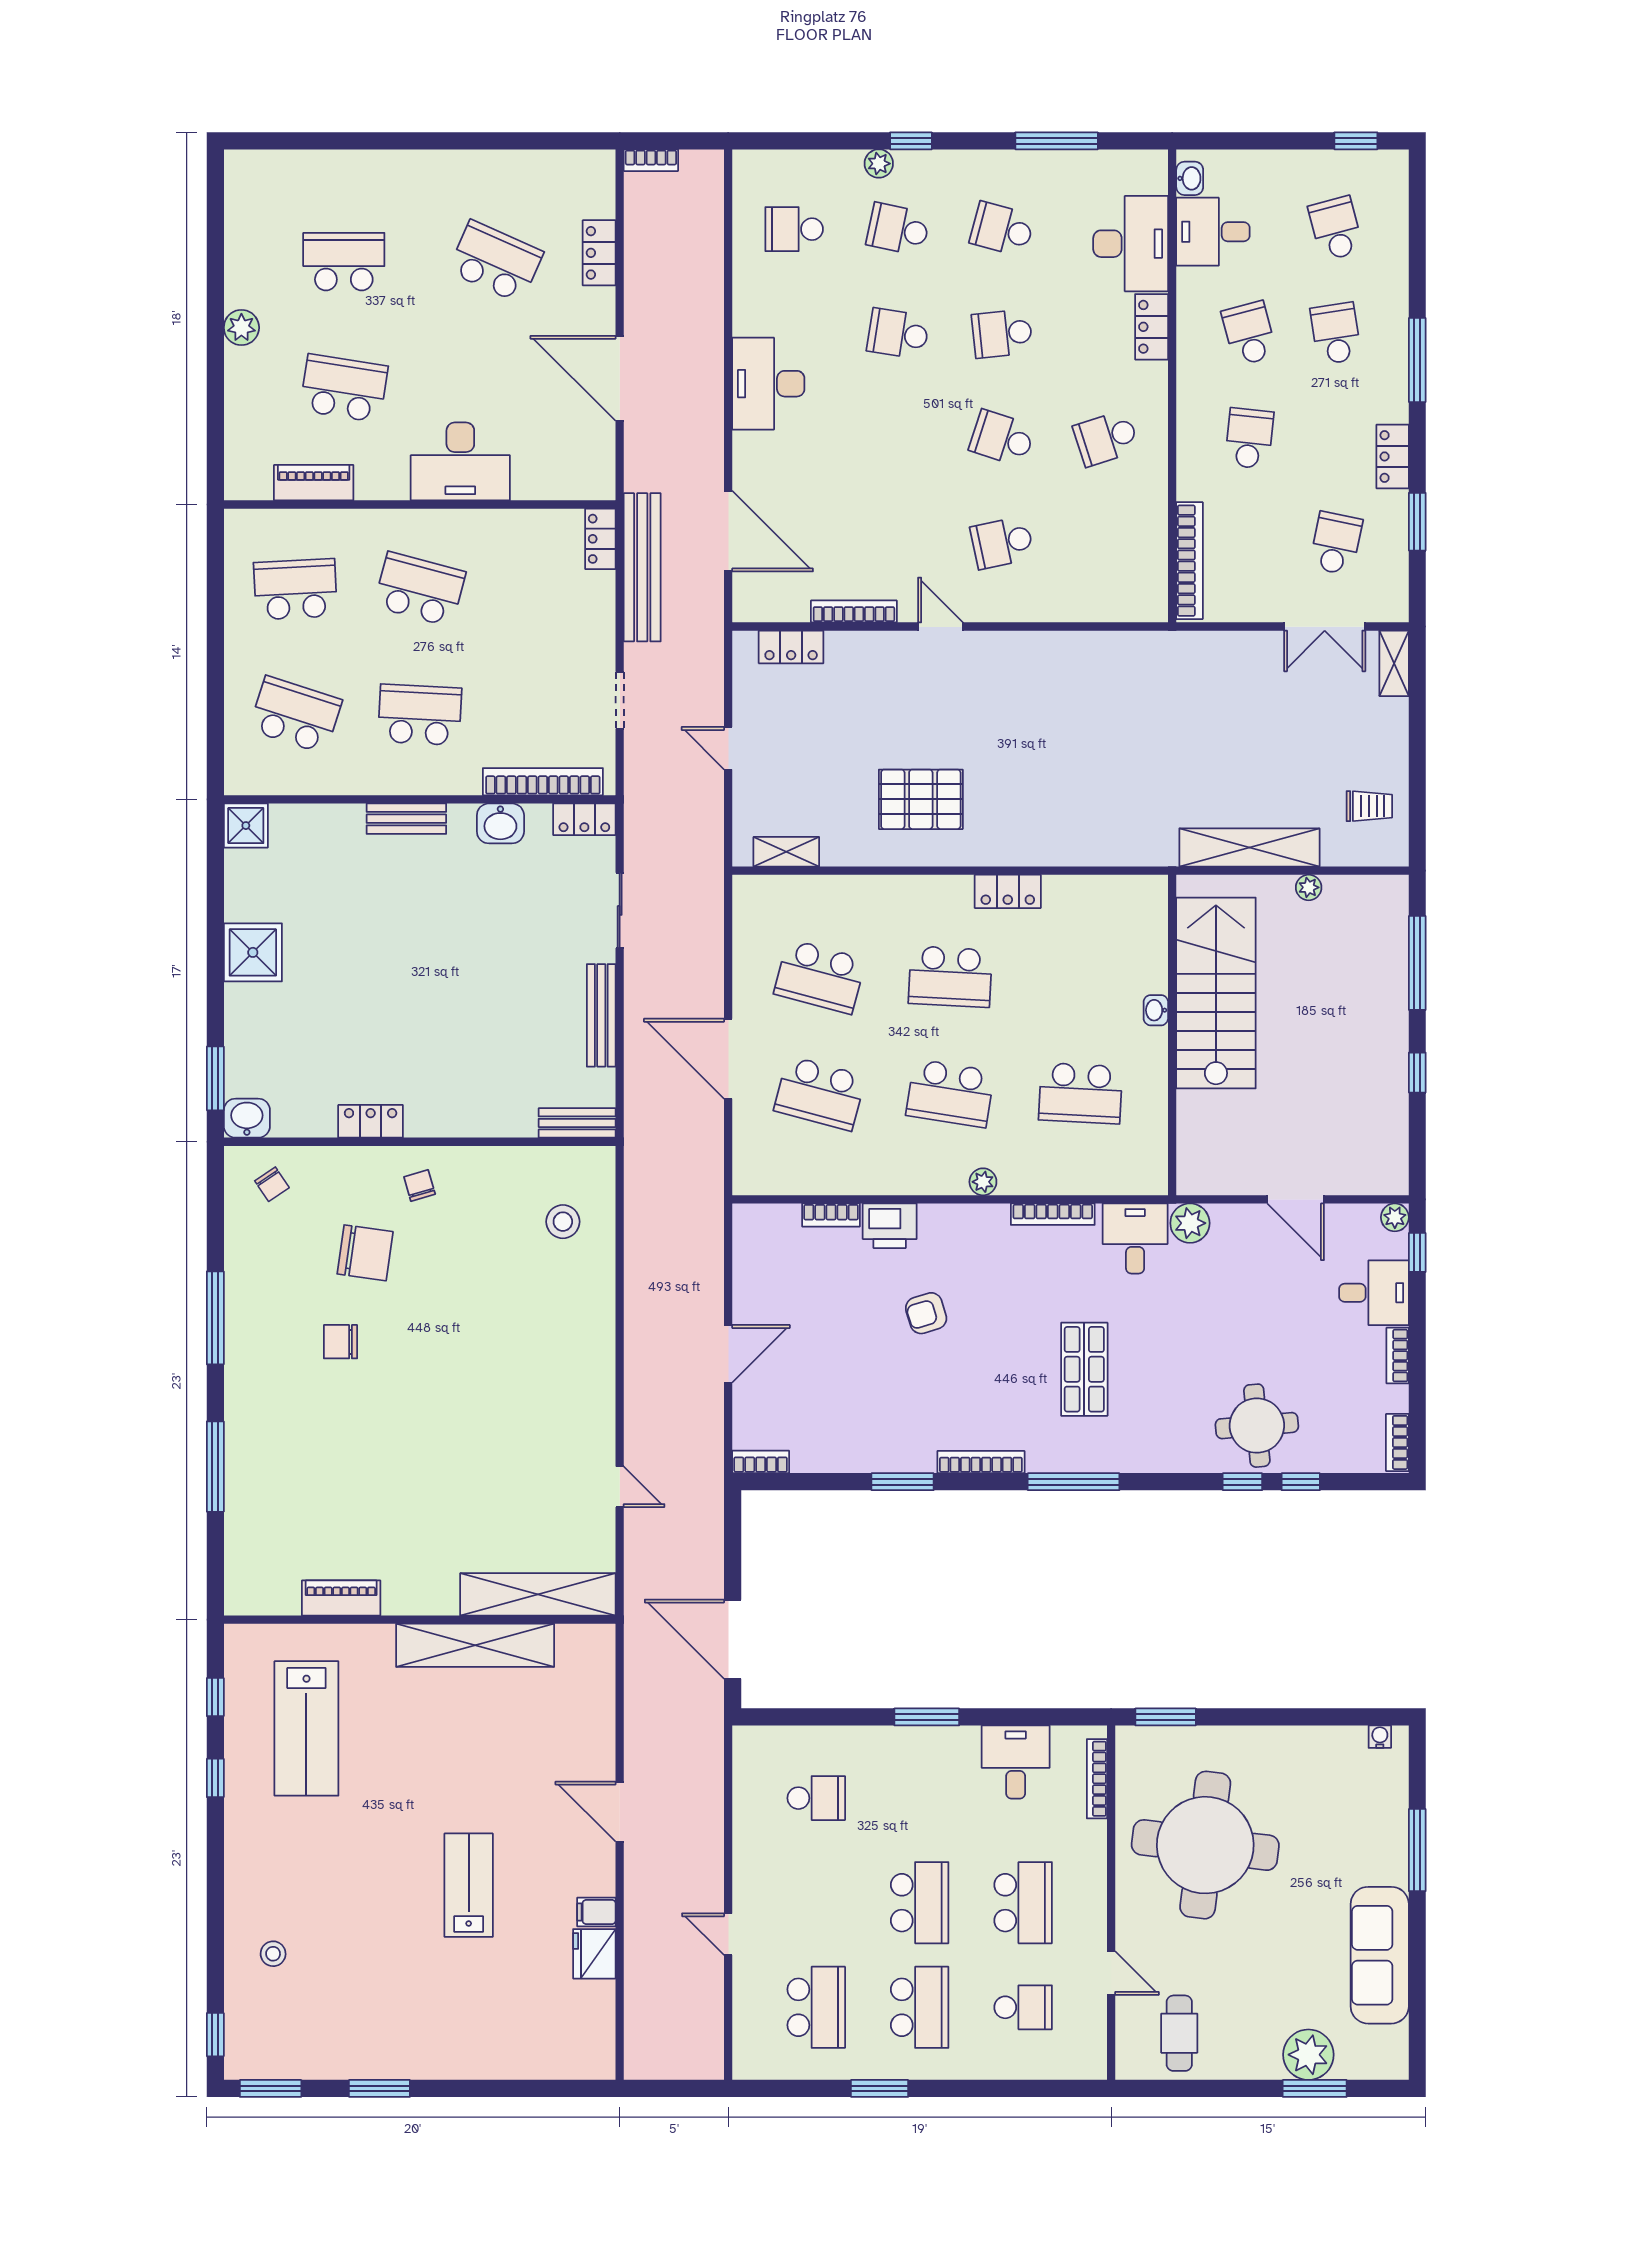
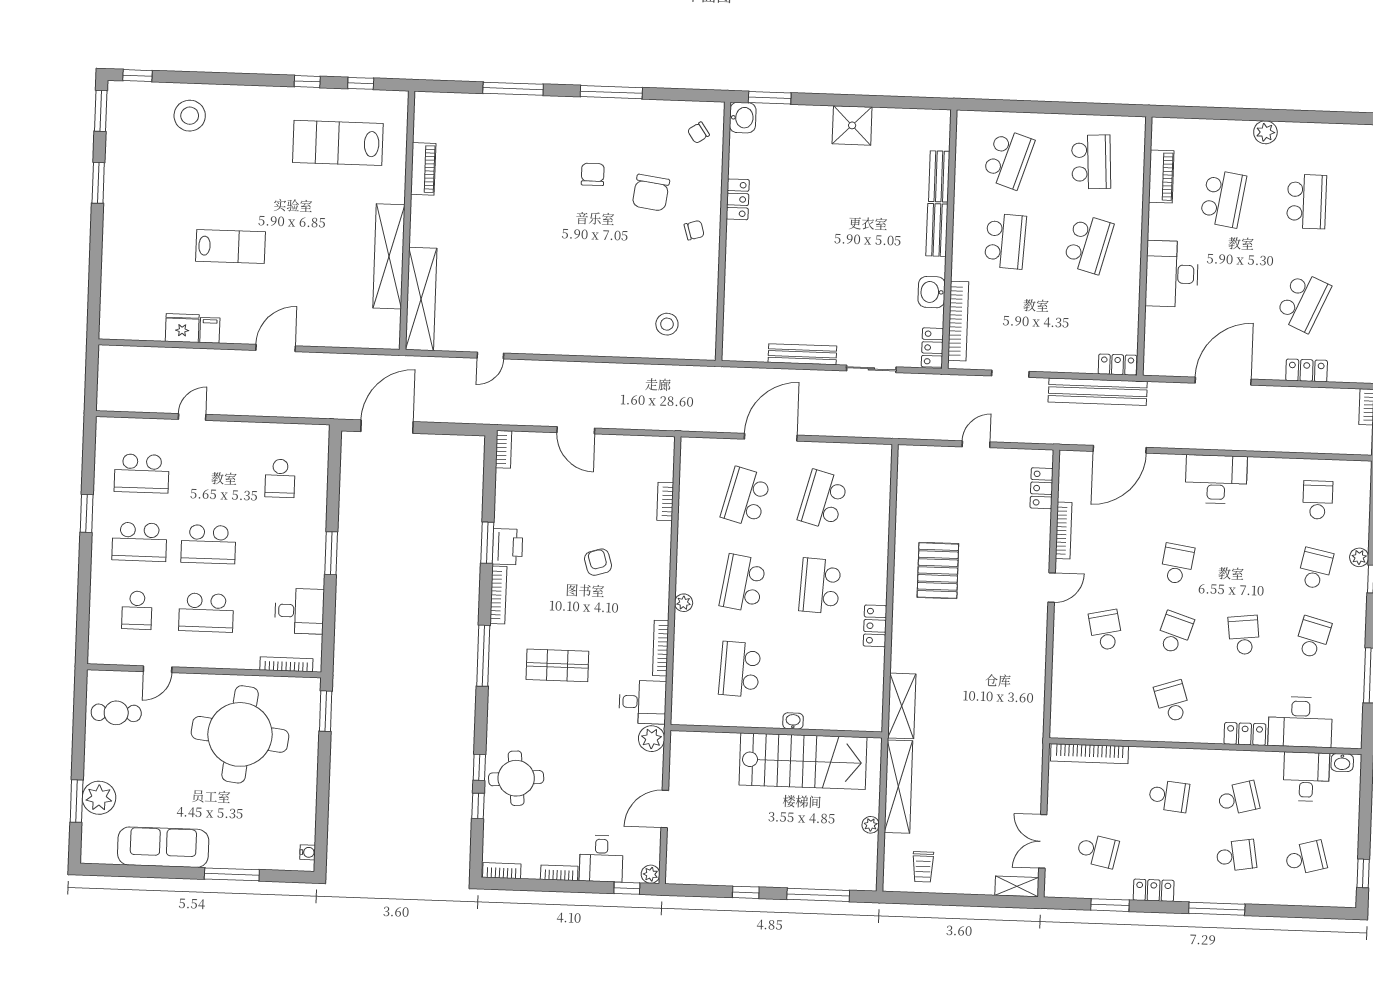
school desk: (898, 334) -> (1177, 564), moved
shower: (246, 826) -> (936, 124), removed
shelving: (786, 852) -> (902, 706), moved, width x1.50, depth x1.33
bench: (577, 1123) -> (939, 176), moved
printer: (890, 1226) -> (507, 547), moved, turned 180
stool: (273, 1954) -> (190, 116), width x1.89, depth x1.89

